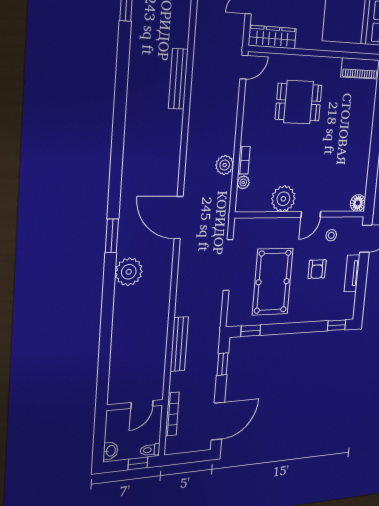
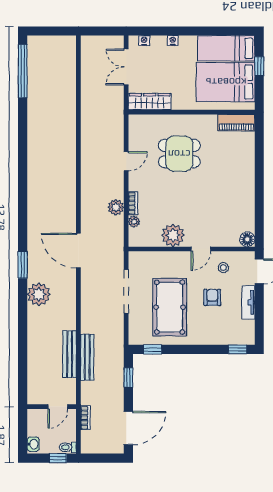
door: (244, 67) -> (126, 161), moved
bench: (178, 79) -> (70, 354), moved
armchair: (317, 269) -> (212, 297), turned 180
bookcase: (172, 414) -> (86, 418), width x0.64

